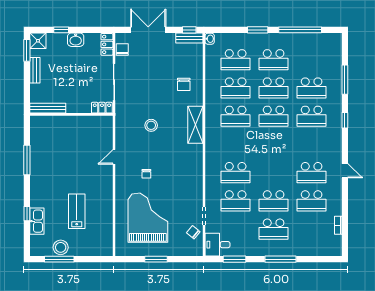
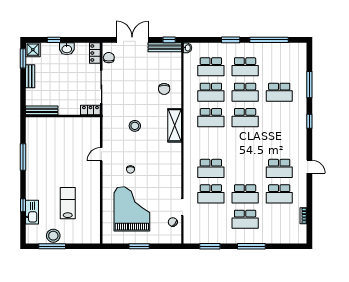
bench: (189, 38) -> (165, 47), width x1.36
school desk: (312, 116) -> (279, 118), removed
desk: (217, 245) -> (195, 233), removed

